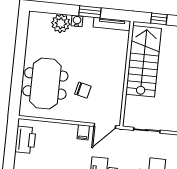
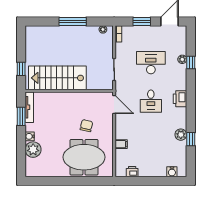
window: (90, 12) -> (21, 116), moved
filing cabinet: (83, 132) -> (121, 144), moved
printer: (25, 140) -> (132, 172), width x0.53, depth x0.68

